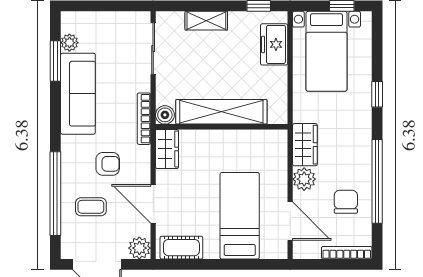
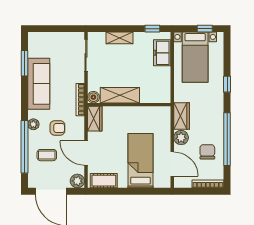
plant: (69, 43) -> (33, 124), moved
shelving: (221, 112) -> (120, 95), width x0.68

